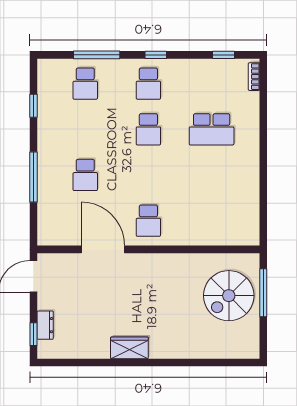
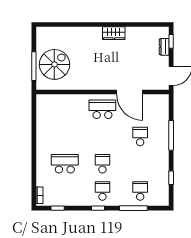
school desk: (148, 221) -> (102, 109), width x1.85

